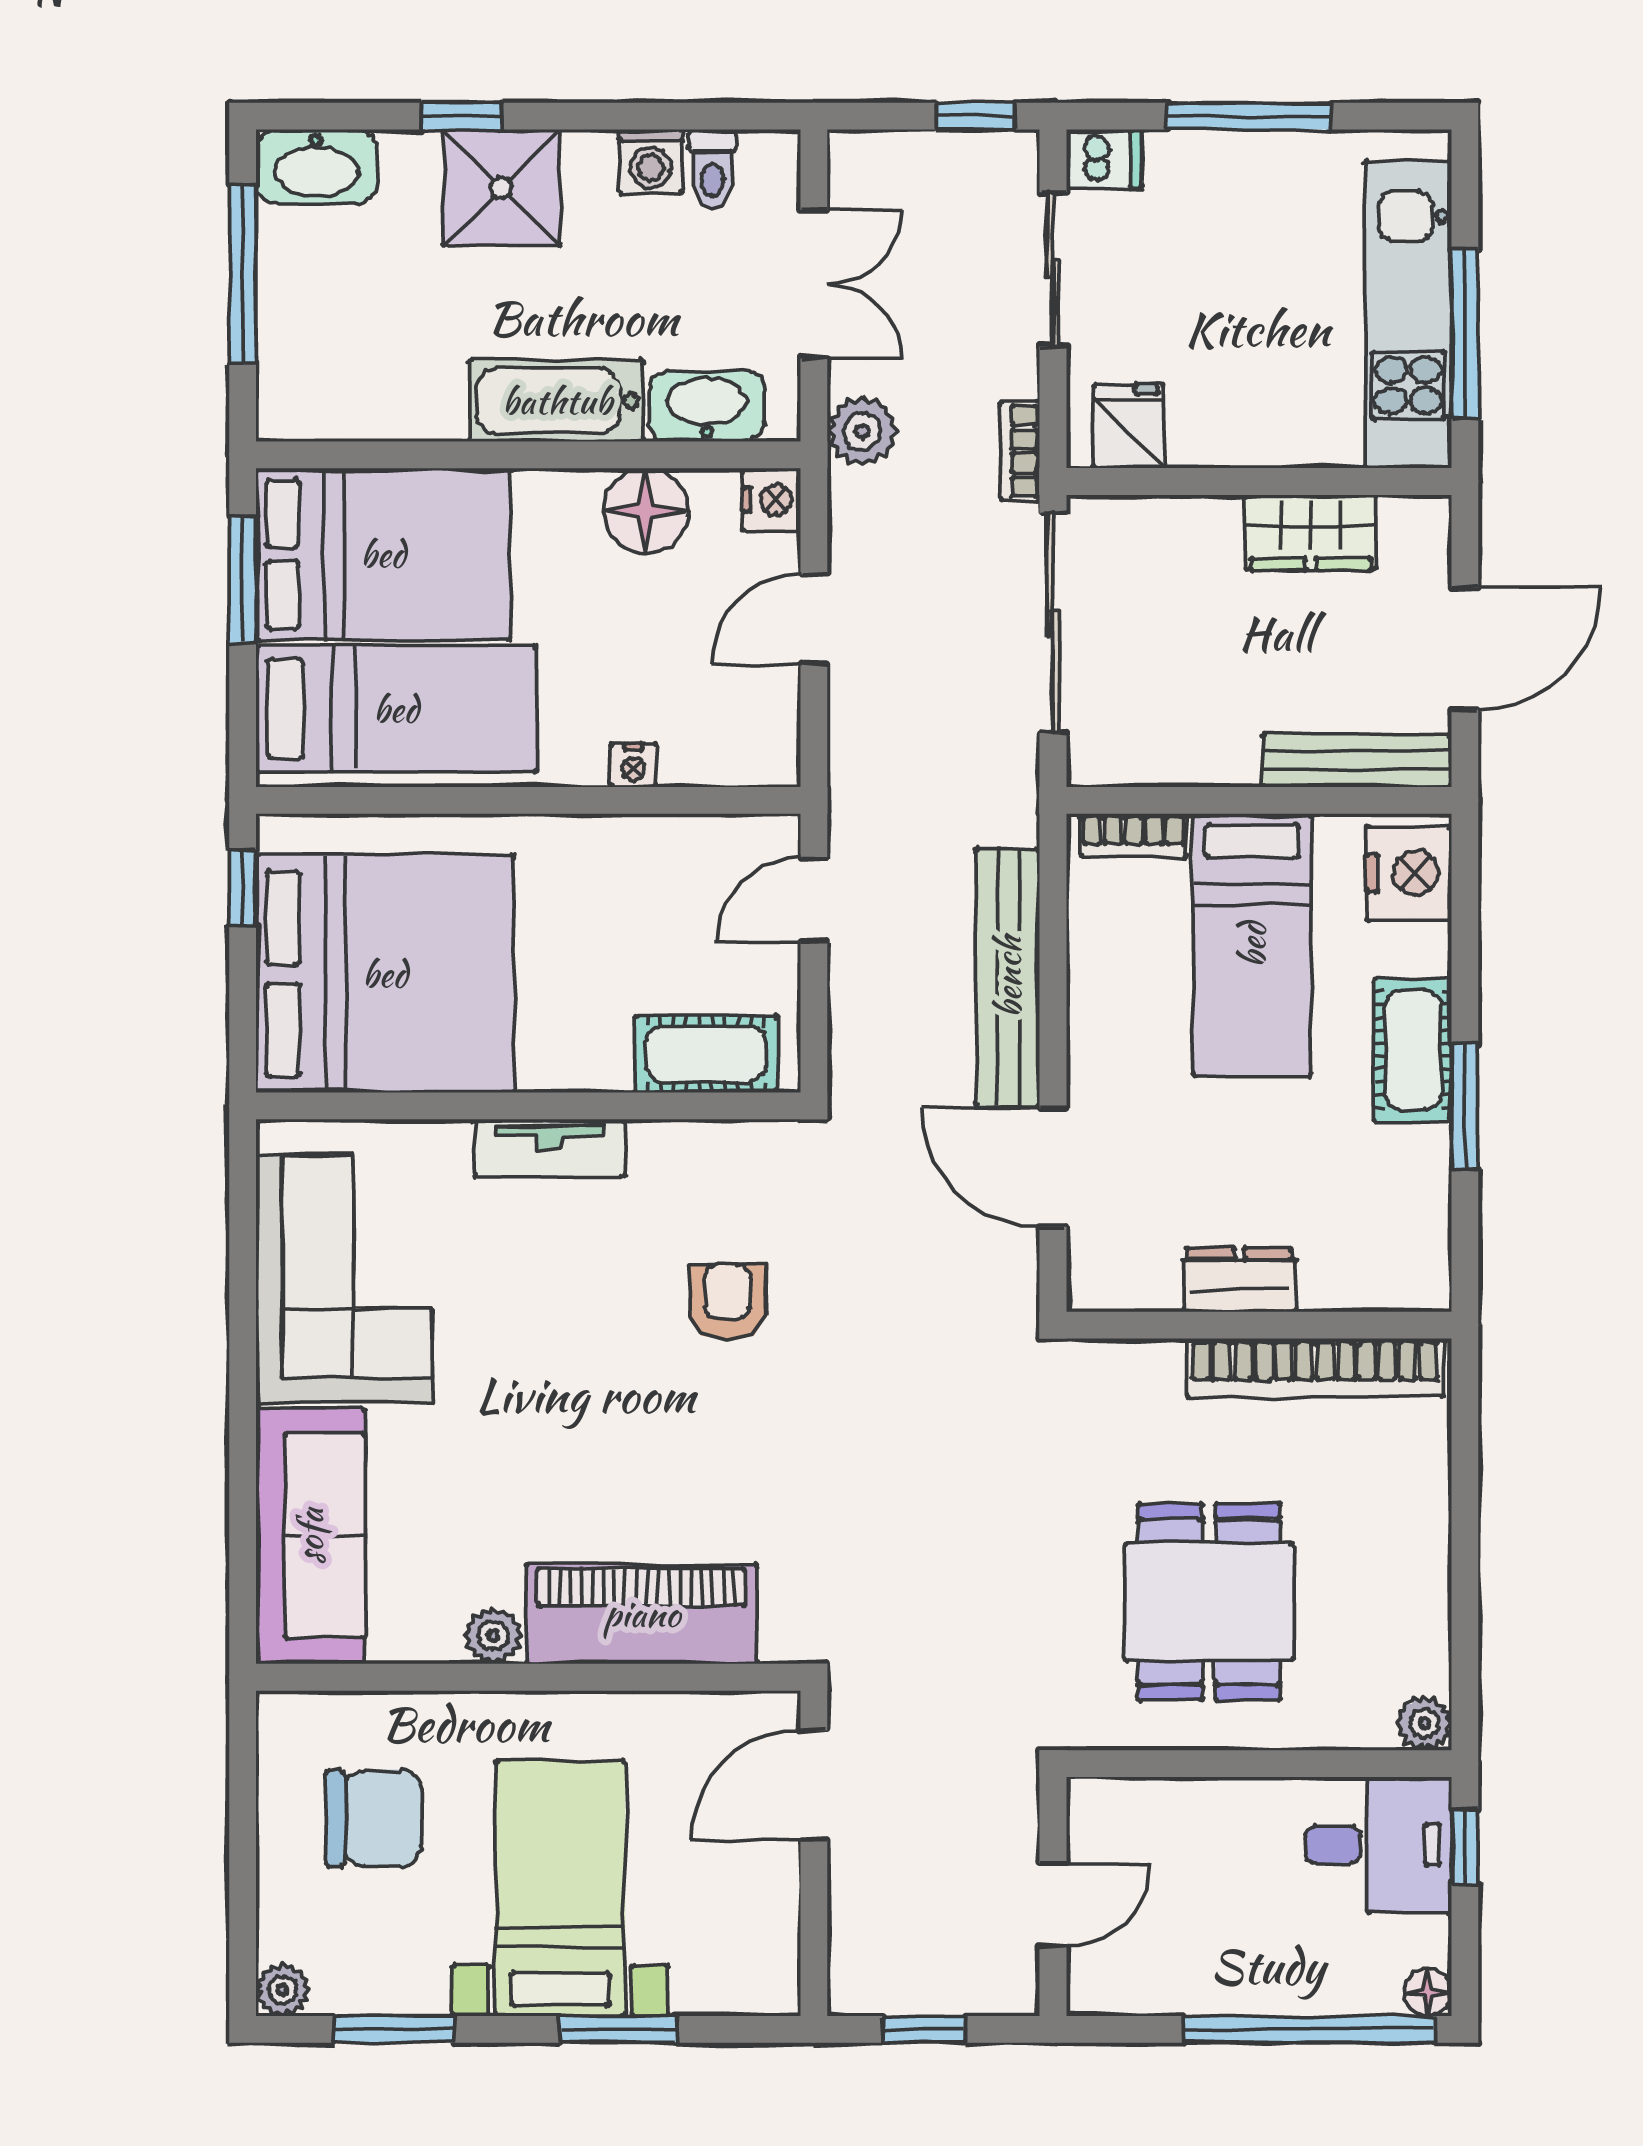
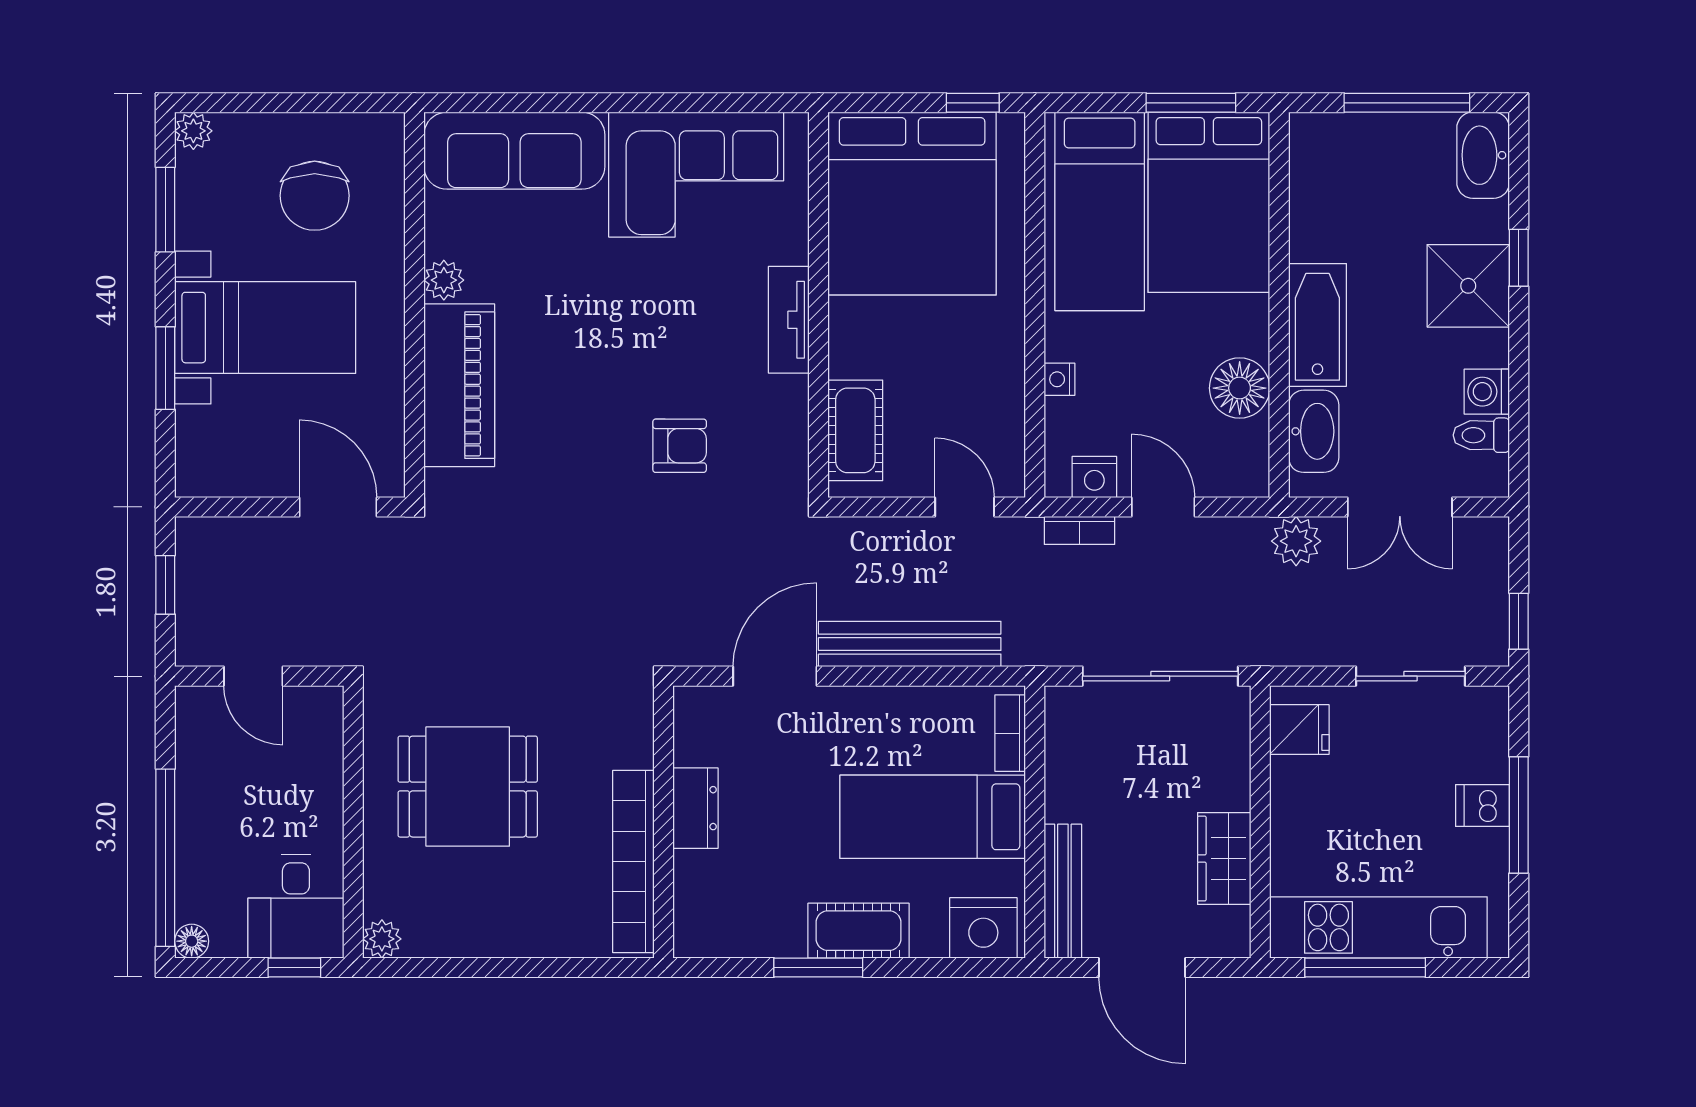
dishwasher: (1104, 159) -> (1482, 806), moved, turned 90
bookcase: (1020, 451) -> (1079, 530), moved, turned 180
nightstand: (772, 500) -> (1094, 477), moved

